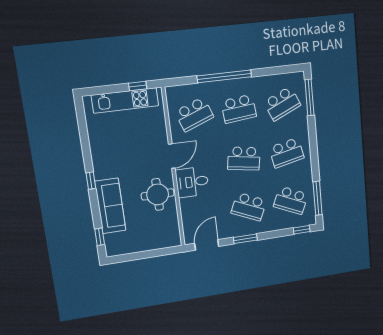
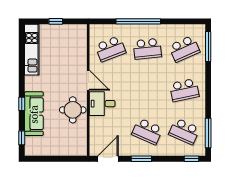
window: (138, 86) -> (56, 21), moved
kitchen unit: (125, 100) -> (32, 50), moved, turned -90
door: (172, 156) -> (88, 80), hinge flipped
school desk: (244, 159) -> (147, 90), removed
window: (91, 181) -> (22, 104), moved

